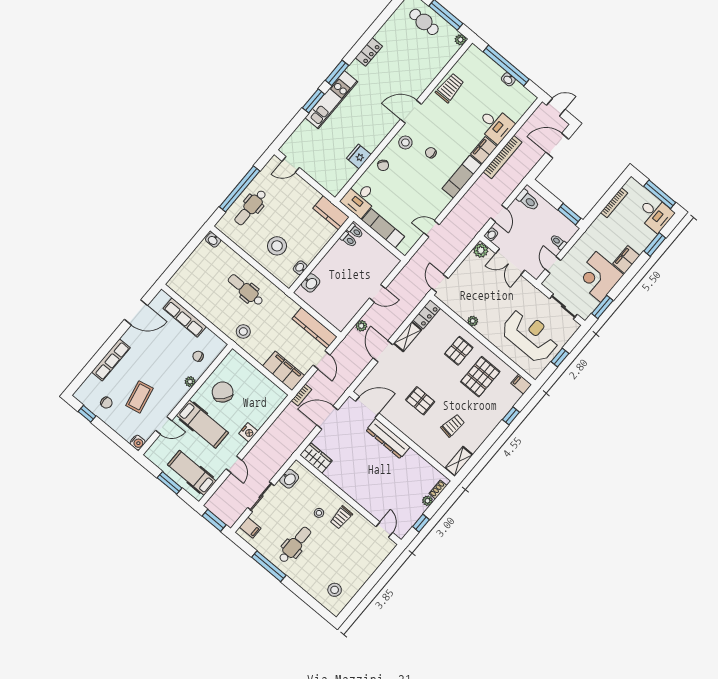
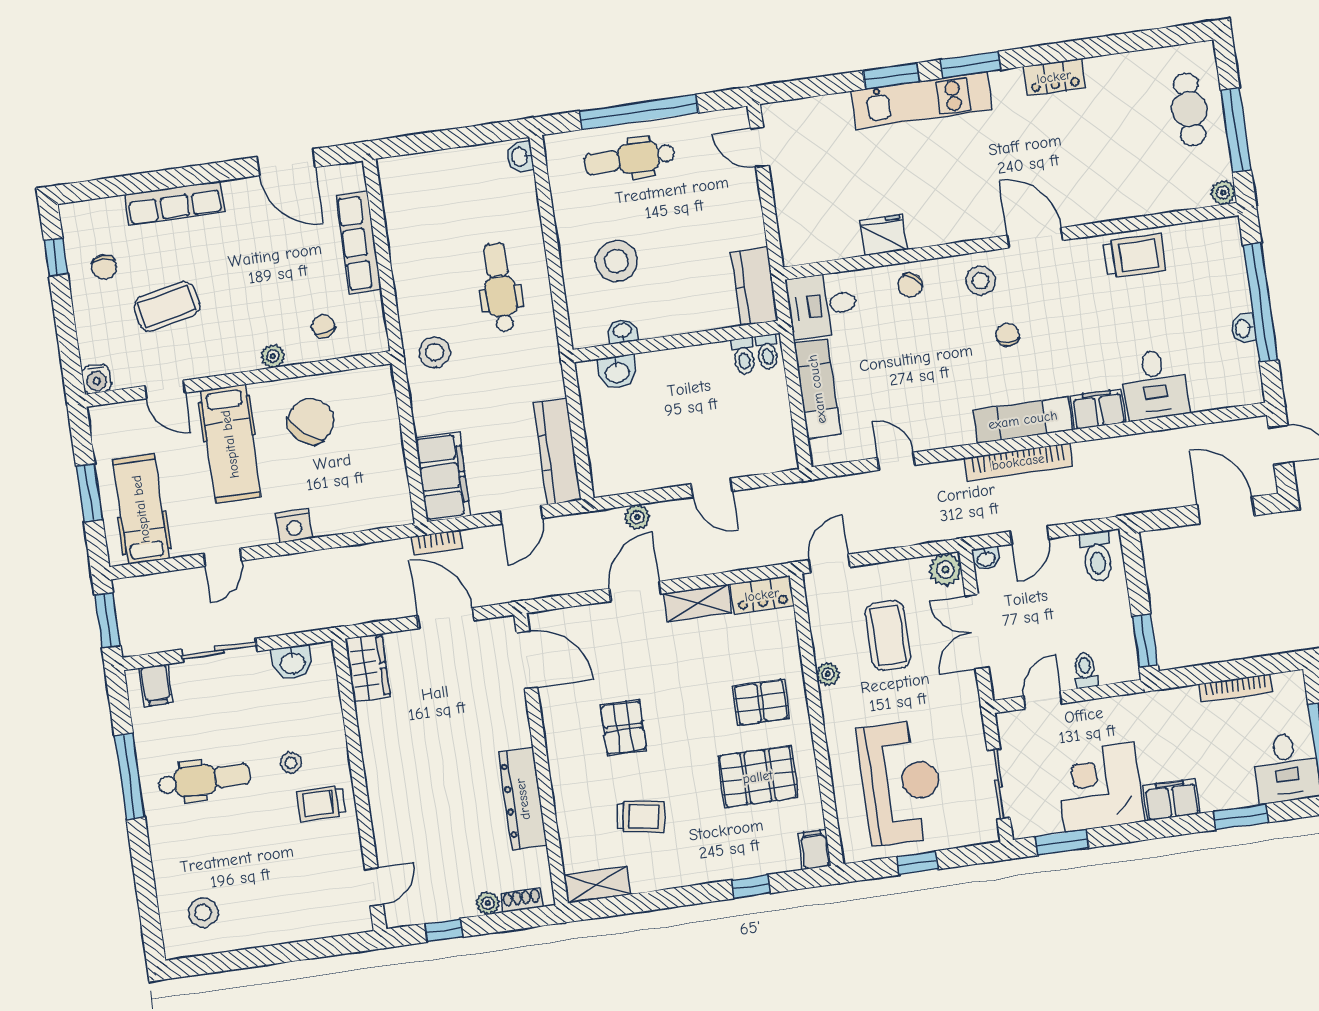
bookcase: (503, 157) -> (1018, 462), moved
coffee table: (481, 290) -> (888, 635), added
dresser: (388, 438) -> (523, 799), moved

